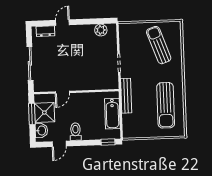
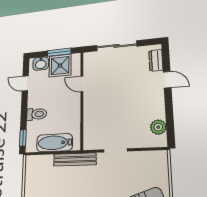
toilet: (76, 132) -> (37, 114), moved

